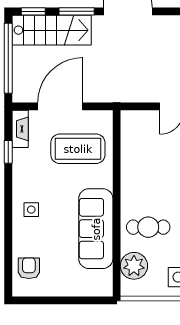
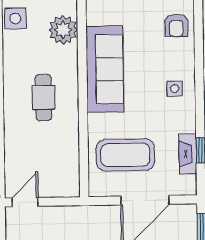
fireplace: (20, 129) -> (188, 154), moved
cafe table: (148, 227) -> (44, 97), moved, turned 90

